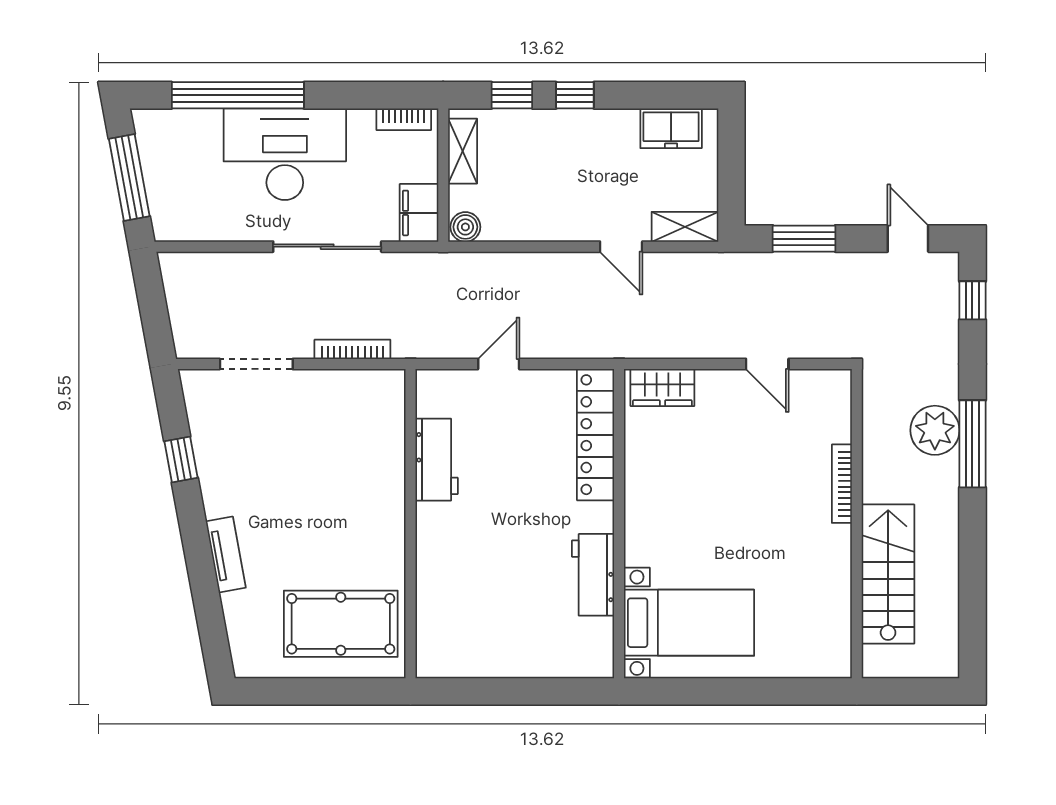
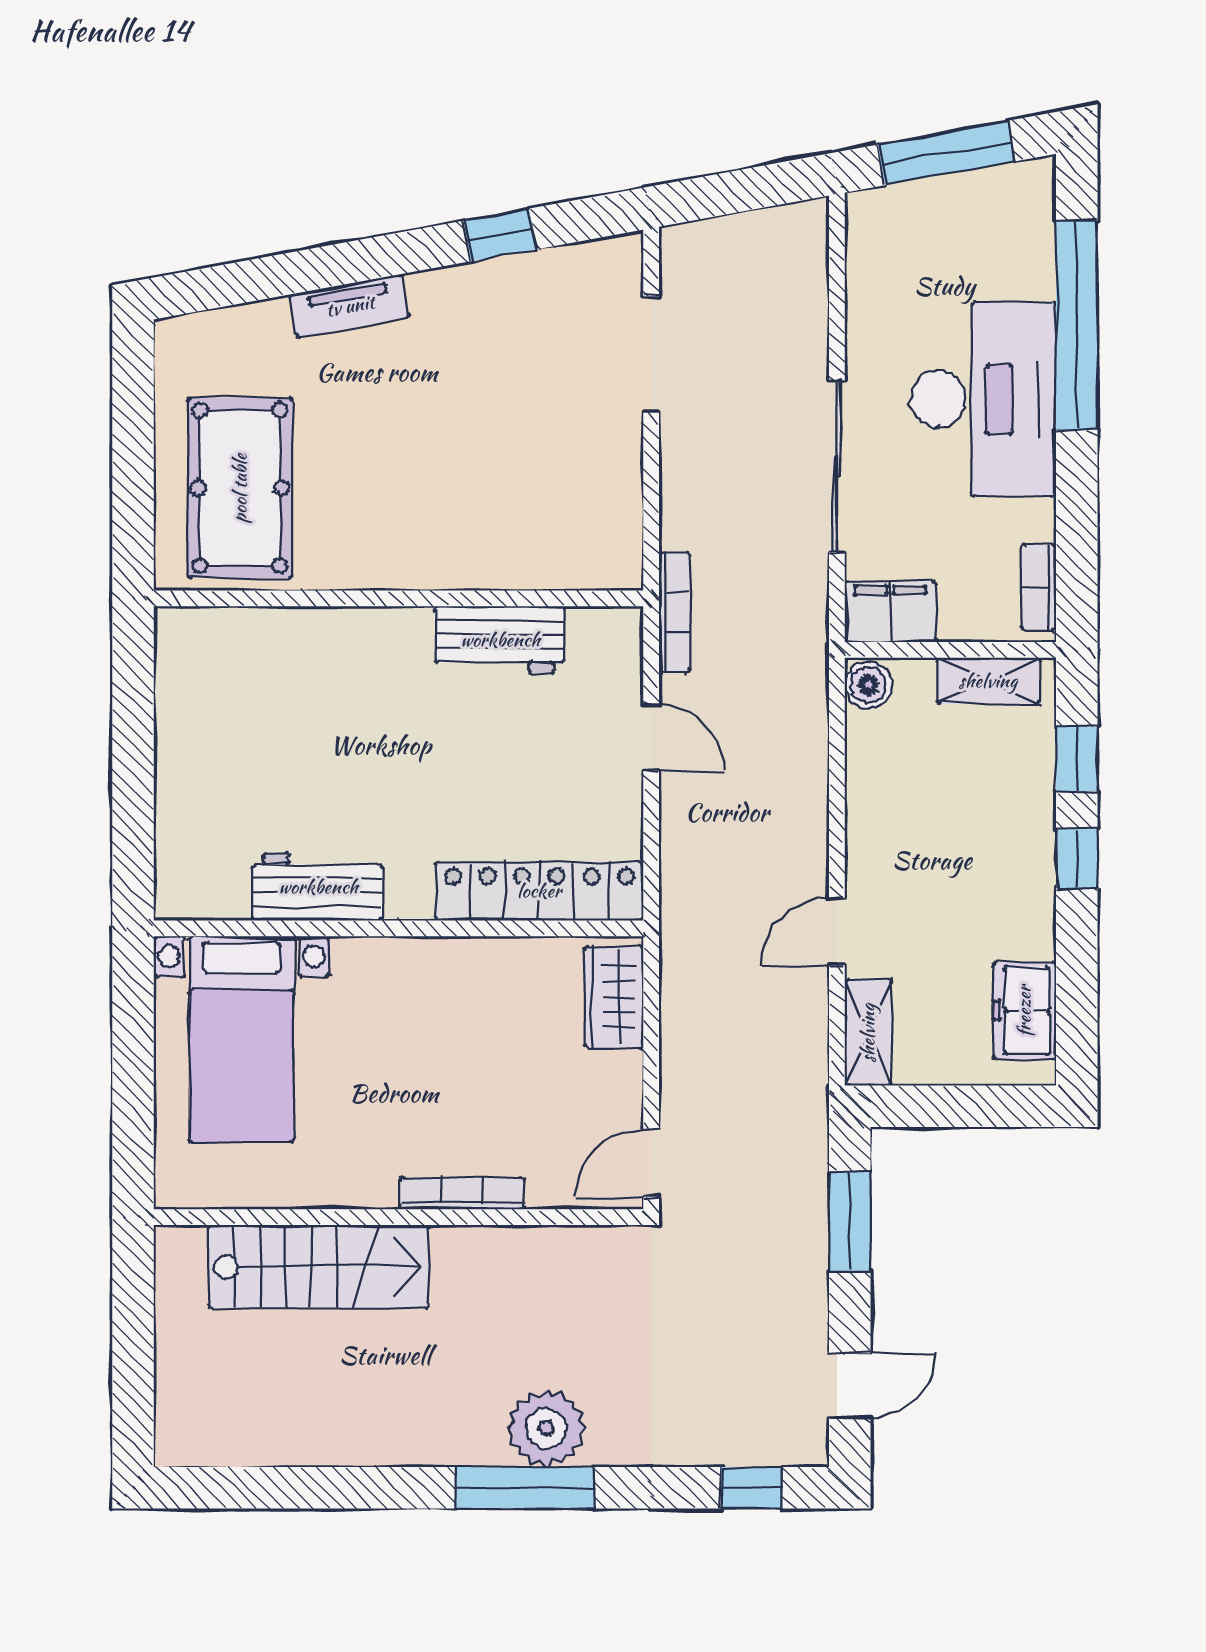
bookcase: (352, 349) -> (674, 612), moved
bookcase: (842, 484) -> (462, 1193), moved
wall: (857, 524) -> (399, 1217), moved
stairs: (888, 574) -> (319, 1266), moved

